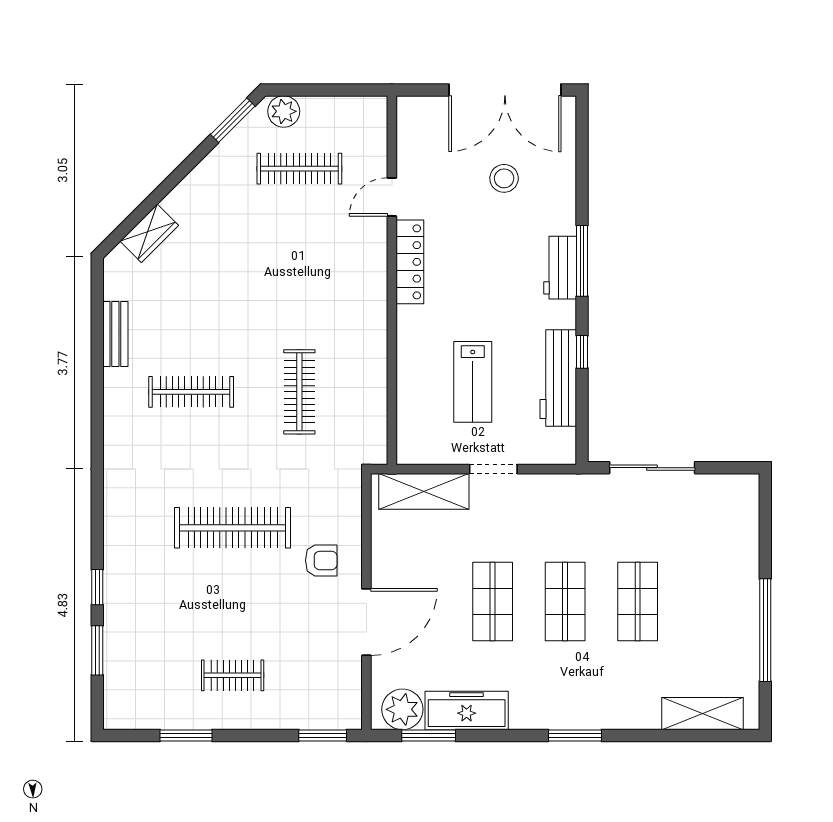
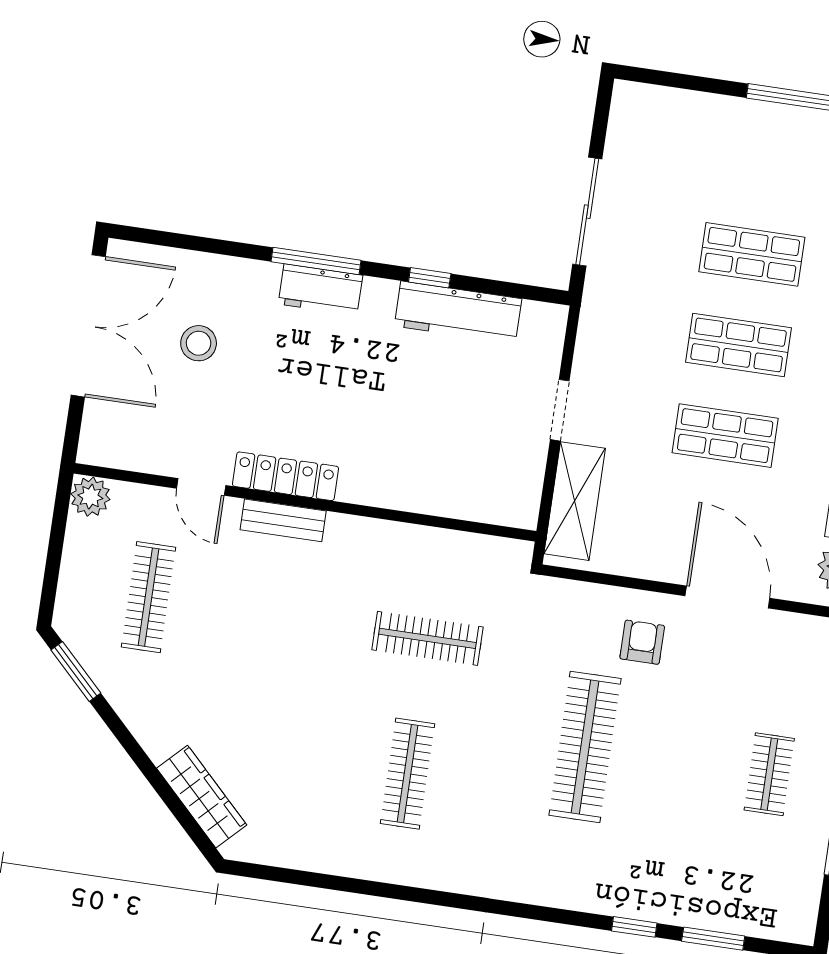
plant: (284, 111) -> (90, 497), moved
wardrobe: (149, 233) -> (202, 797), width x1.50
bench: (115, 334) -> (283, 520), moved
lab bench: (473, 382) -> (447, 420), removed

